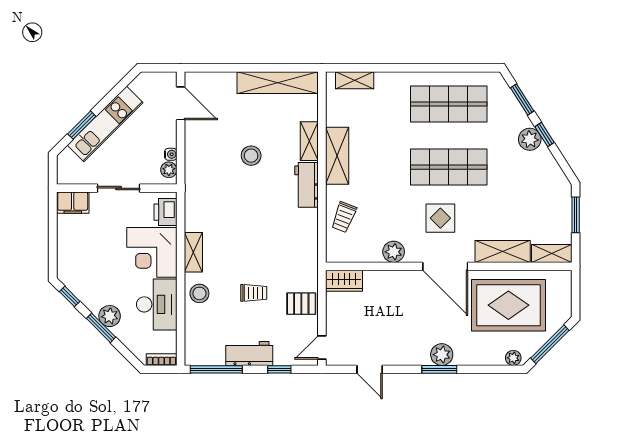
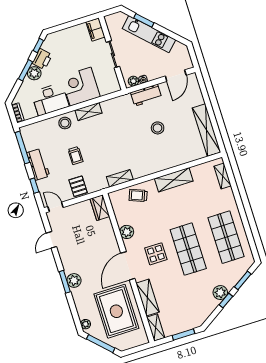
shelving: (309, 141) -> (120, 178), moved
workbench: (306, 185) -> (146, 95), moved, turned 180
printer: (165, 212) -> (42, 59), moved, turned 135

